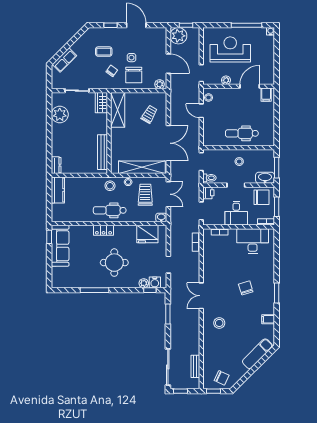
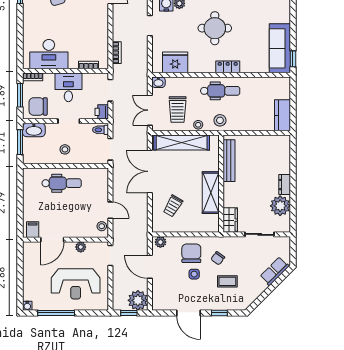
shelving: (118, 110) -> (211, 193), moved
dresser: (56, 165) -> (285, 185), moved

